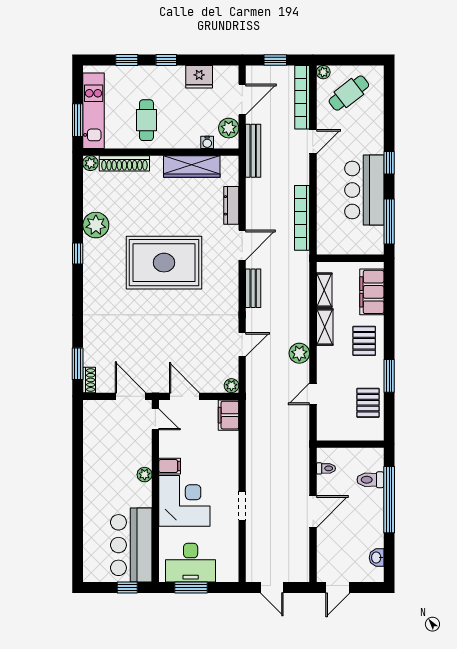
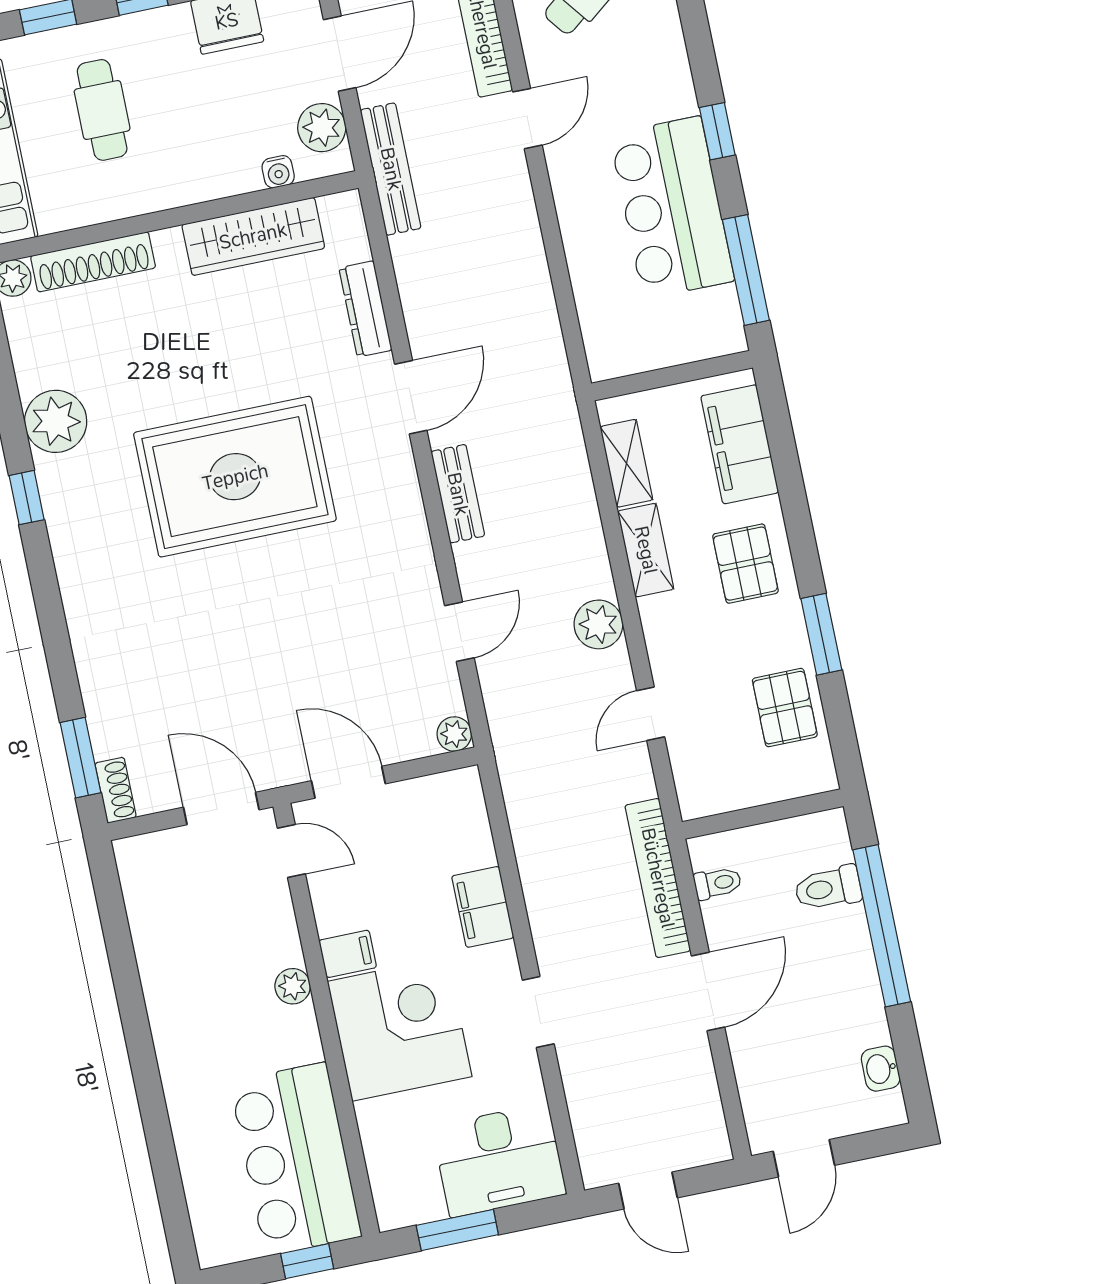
cafe table: (146, 120) -> (102, 110), moved
bookcase: (302, 218) -> (658, 878), moved
filing cabinet: (228, 415) -> (483, 907), moved
desk: (191, 563) -> (499, 1160), moved

